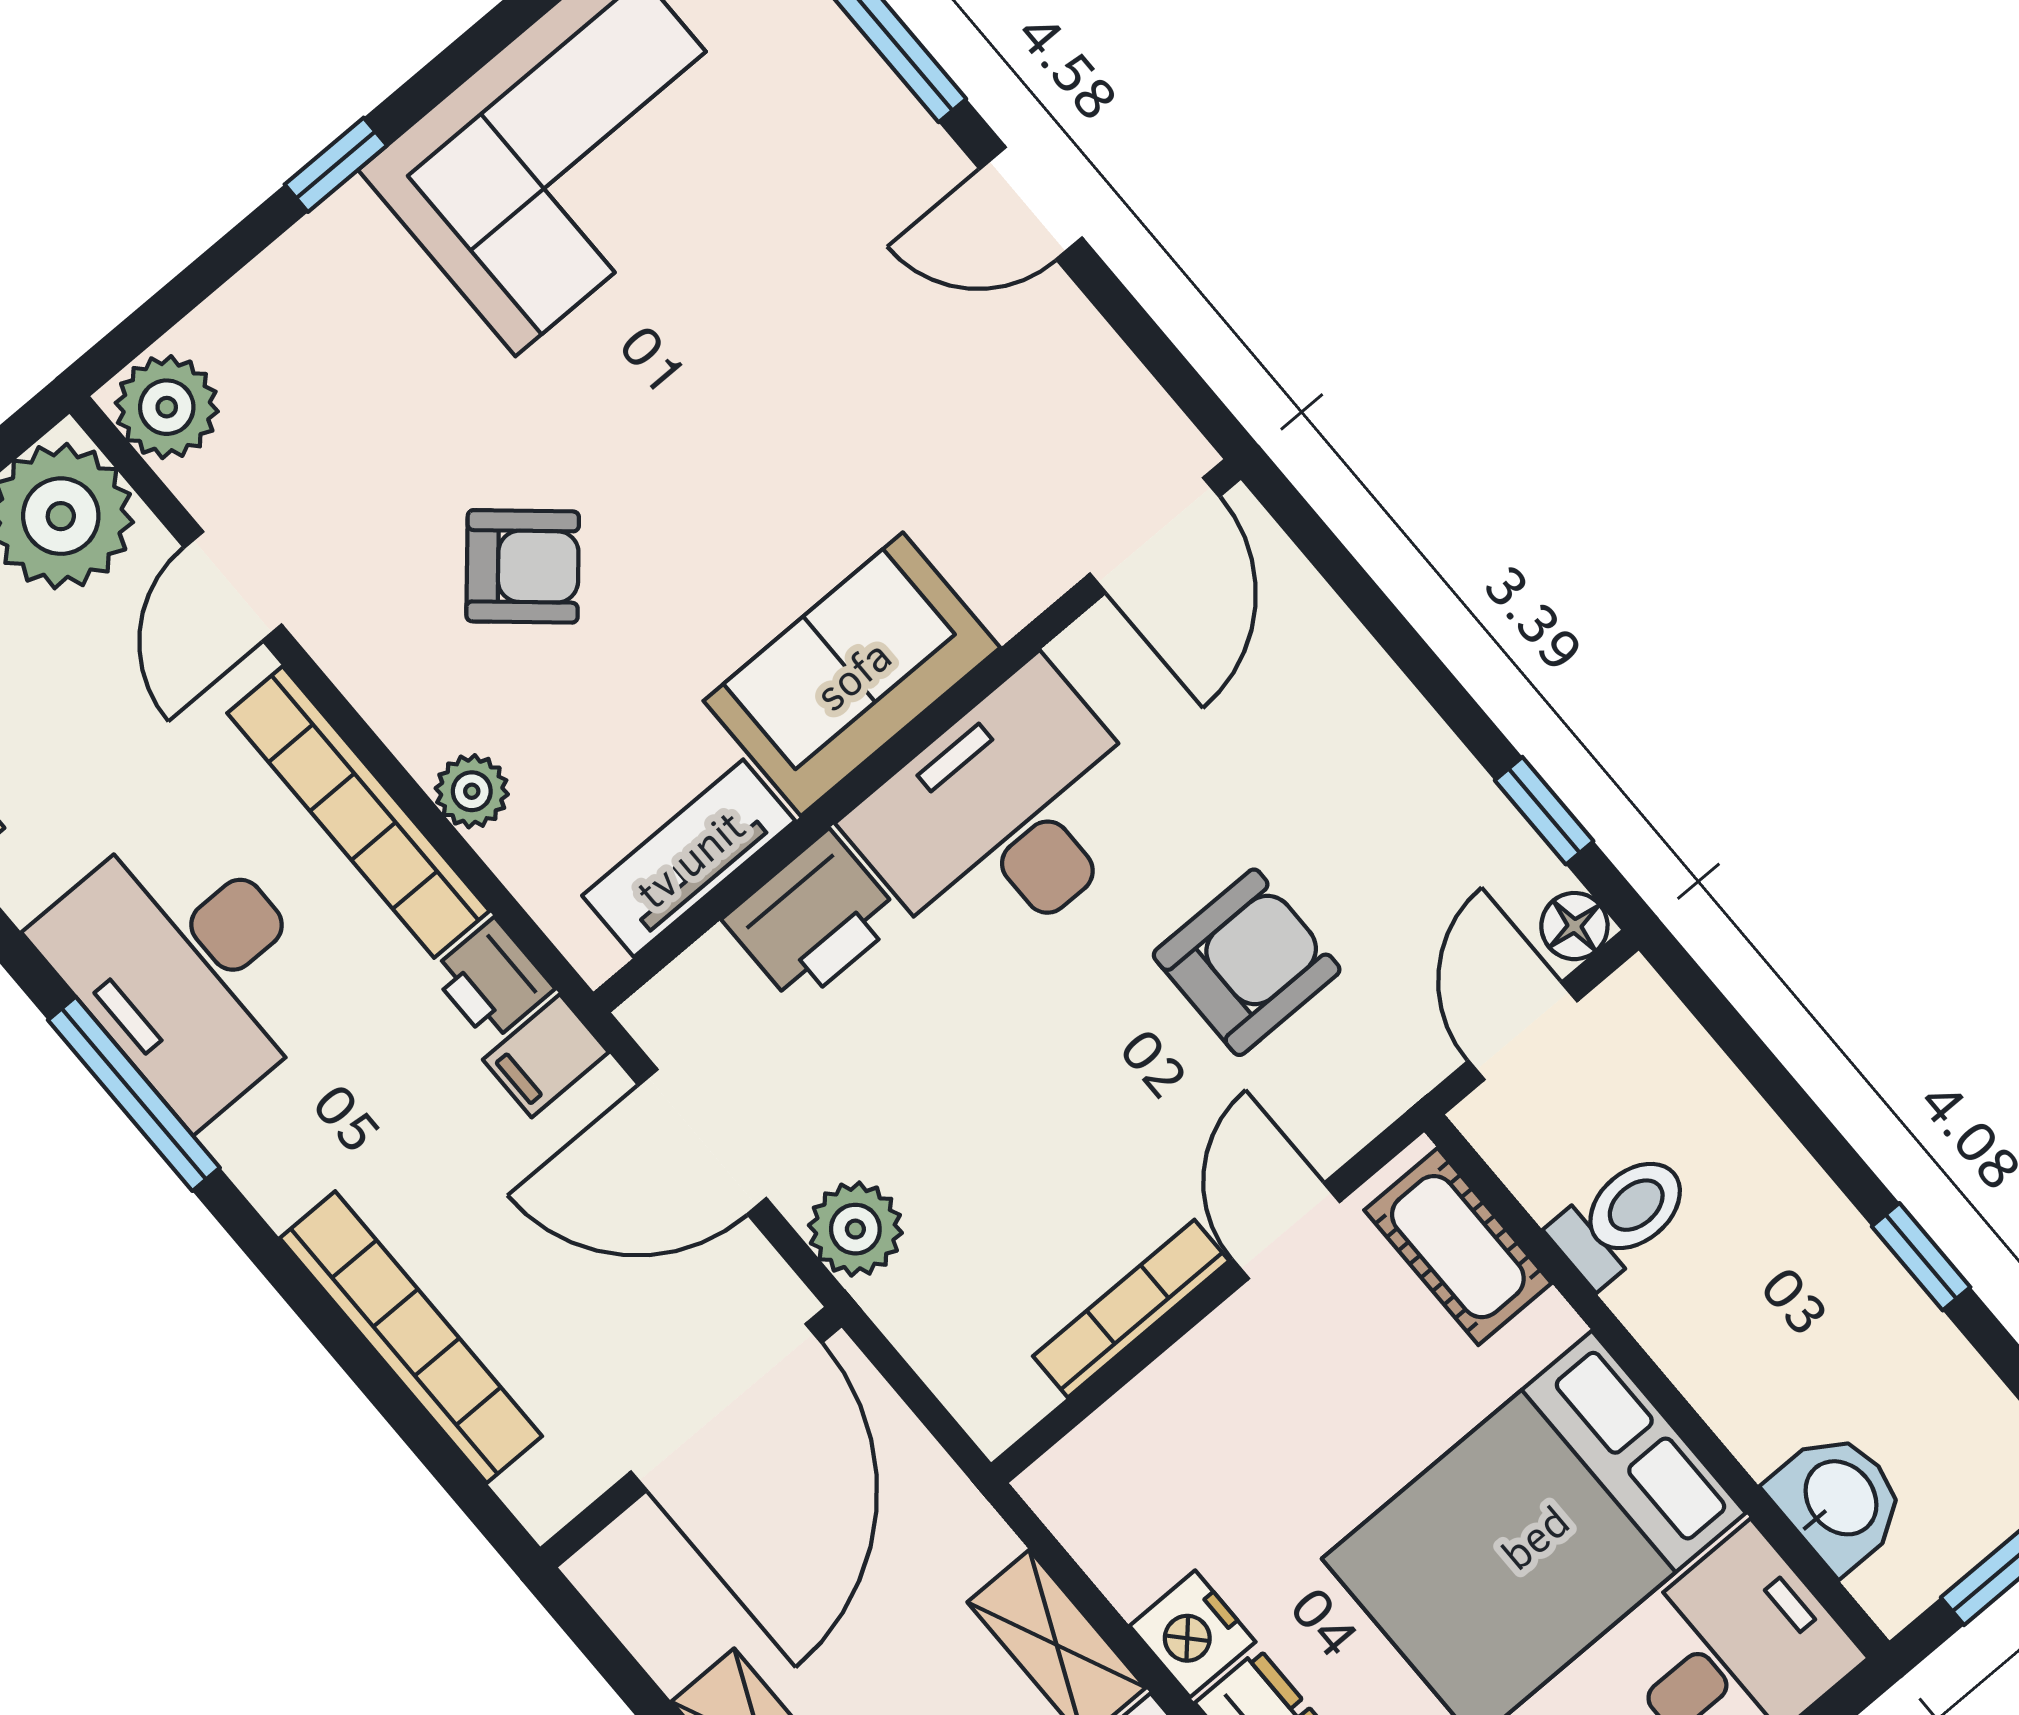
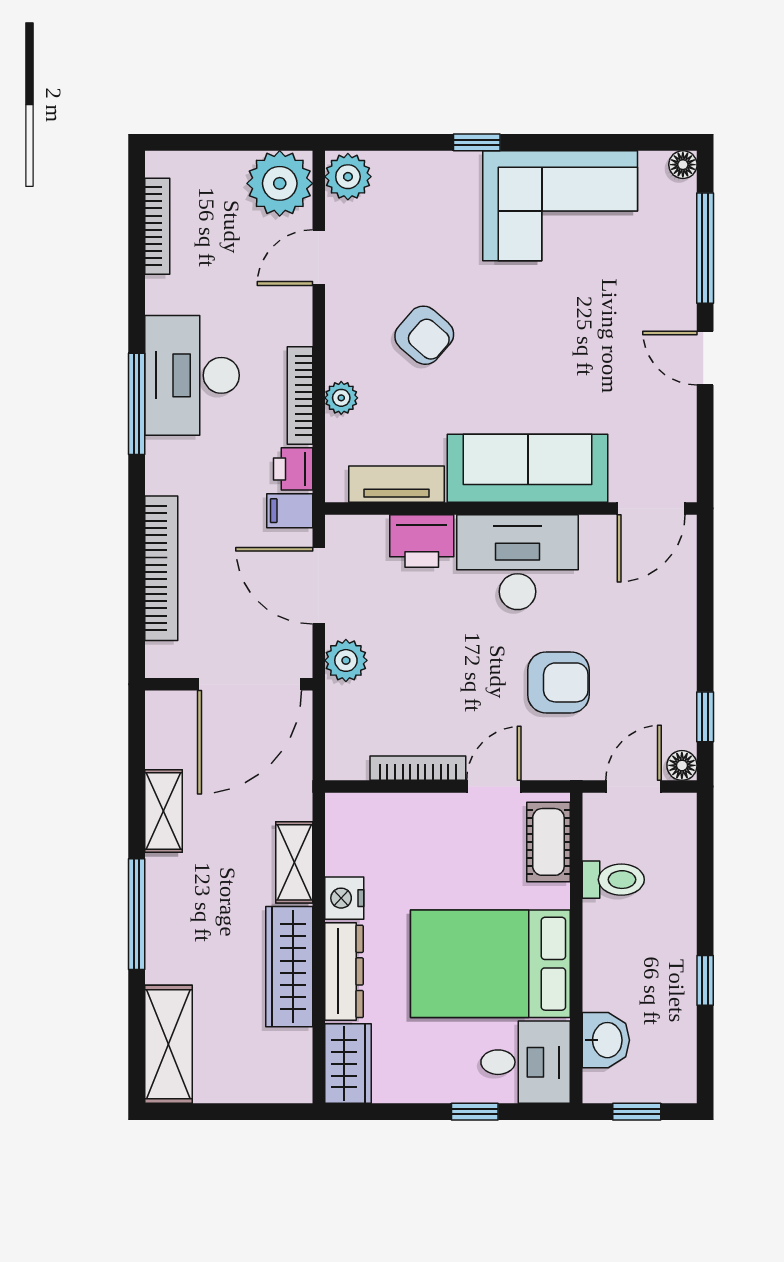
sofa: (852, 674) -> (528, 468), width x1.36
bookcase: (358, 812) -> (300, 395), width x0.68, depth x0.76

